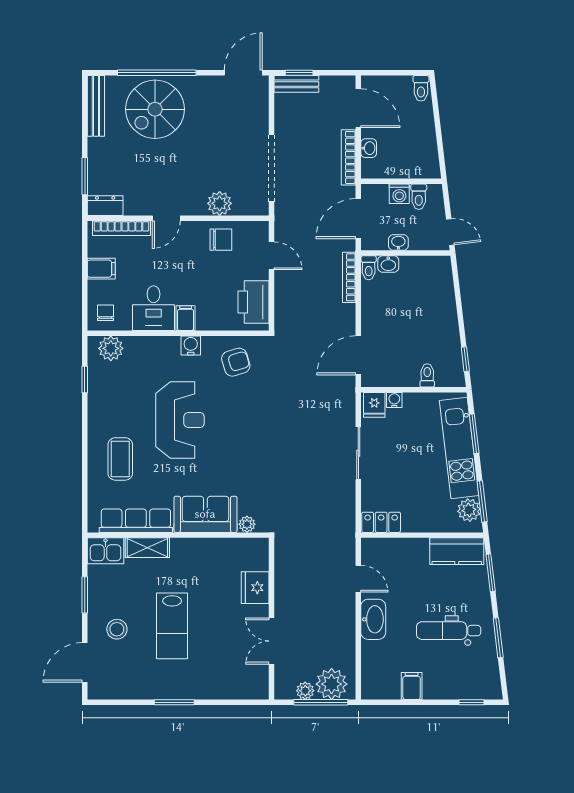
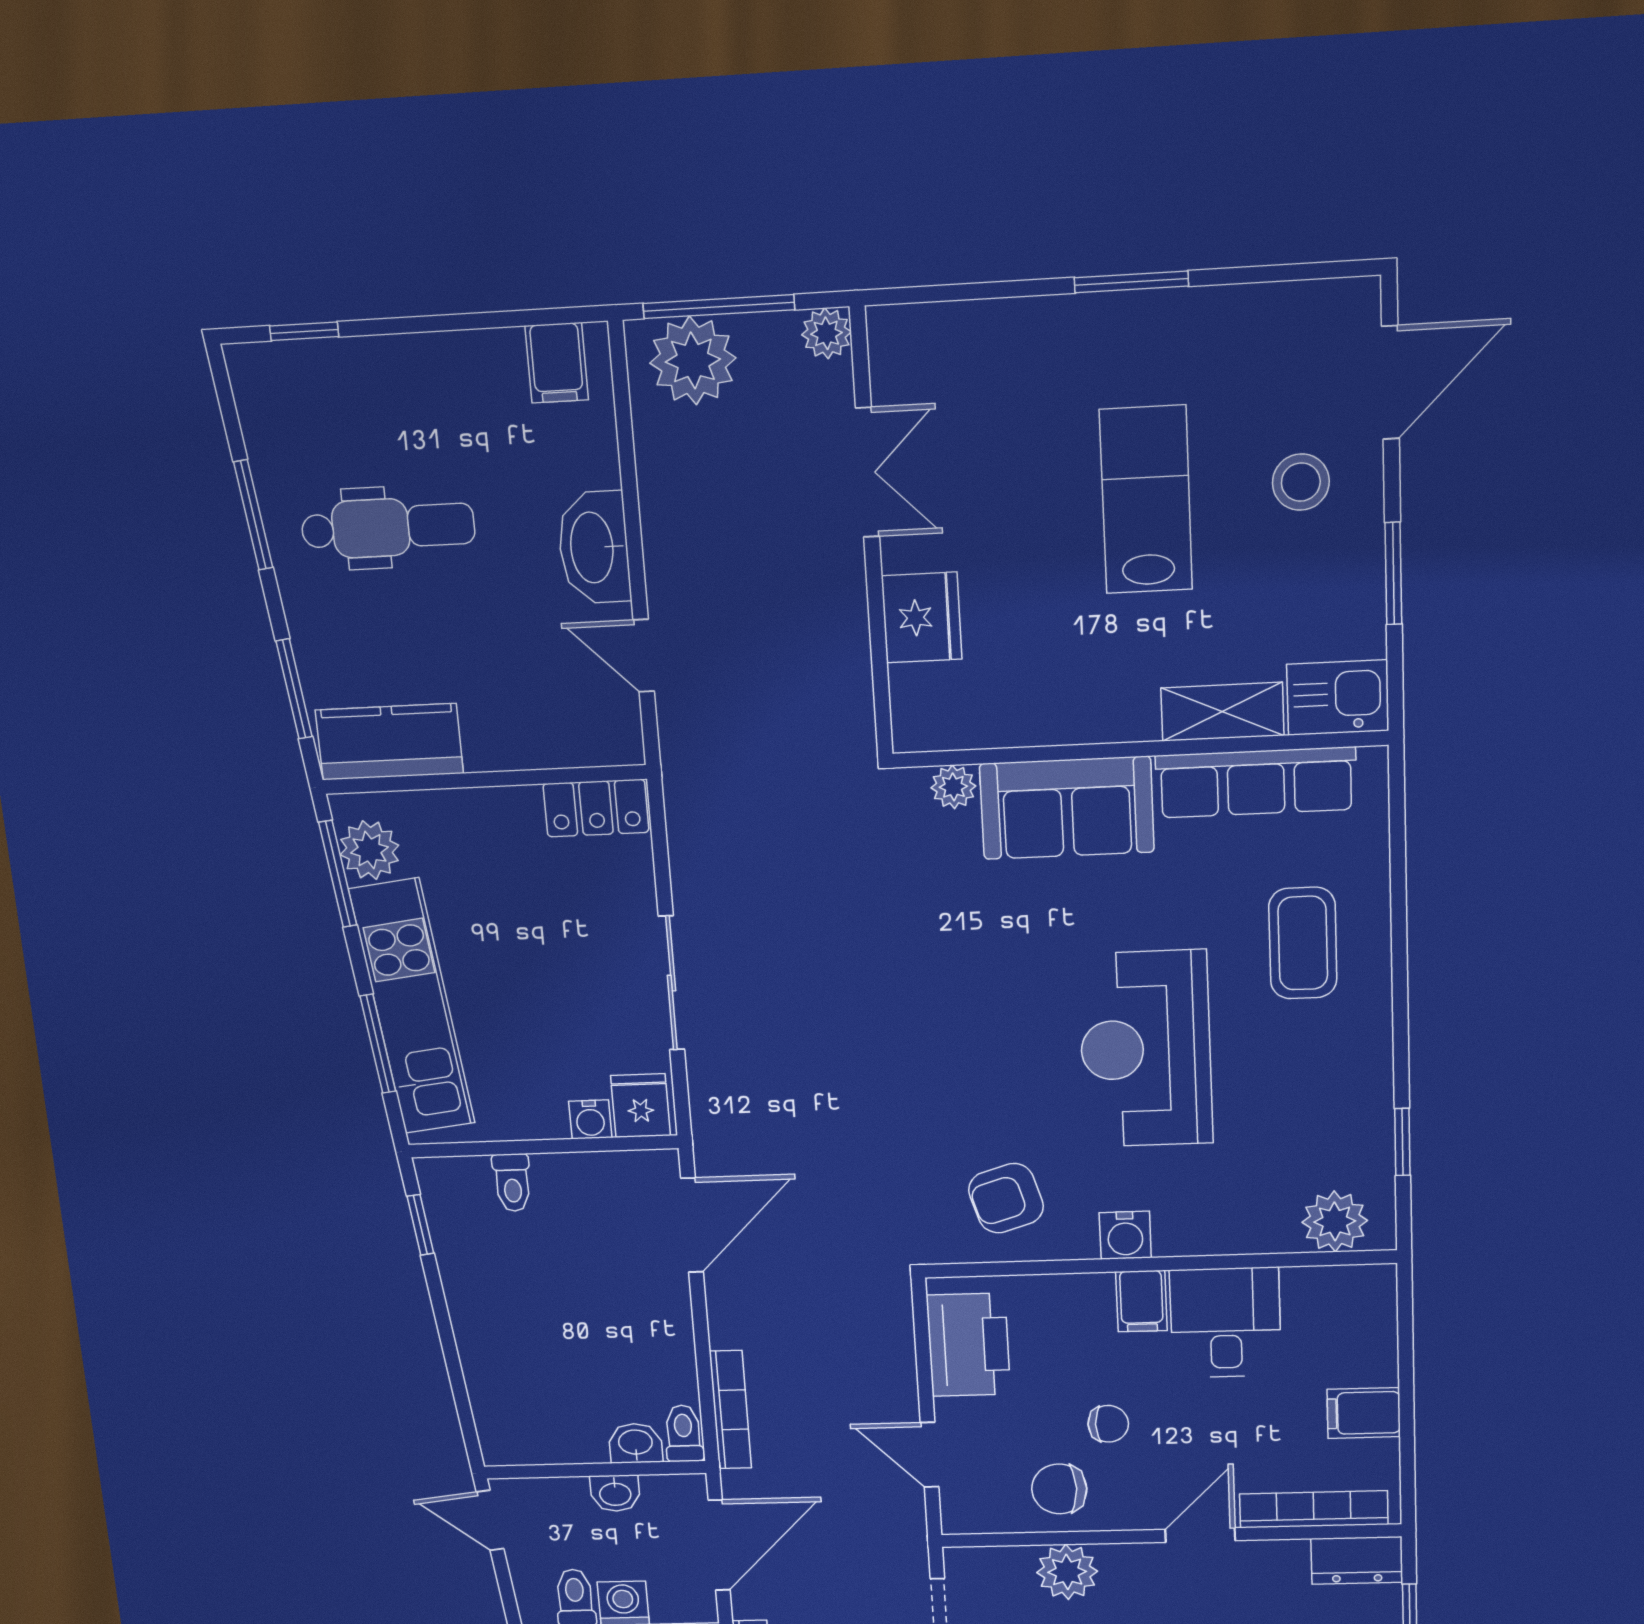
chair: (105, 313) -> (1108, 1424), moved, turned -90
filing cabinet: (412, 686) -> (557, 363), moved
plant: (305, 691) -> (826, 333), moved

